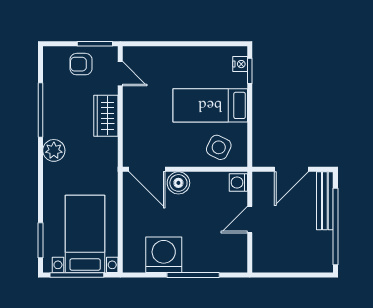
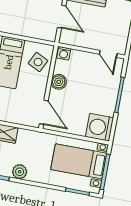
door: (147, 169) -> (44, 112), hinge flipped
boiler: (178, 183) -> (59, 82), moved
door: (250, 220) -> (108, 54), moved
washing machine: (164, 255) -> (99, 127), moved

